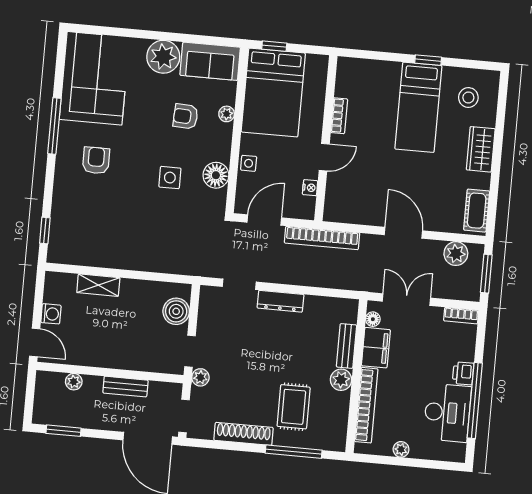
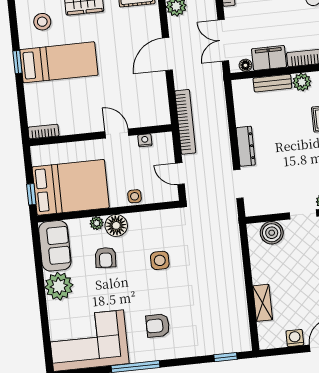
bookcase: (339, 116) -> (43, 132), moved
floor lamp: (216, 175) -> (116, 225), moved
door: (264, 220) -> (180, 174), width x0.73

